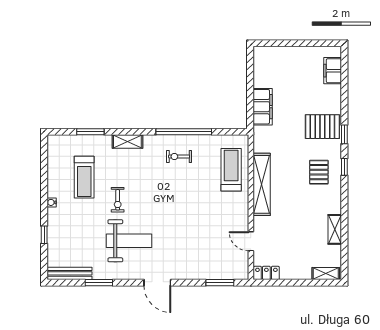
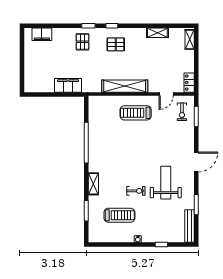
pallet: (322, 127) -> (83, 42), width x0.67, depth x0.71
exercise bike: (179, 157) -> (182, 112), moved
treadmill: (231, 170) -> (136, 113), moved

